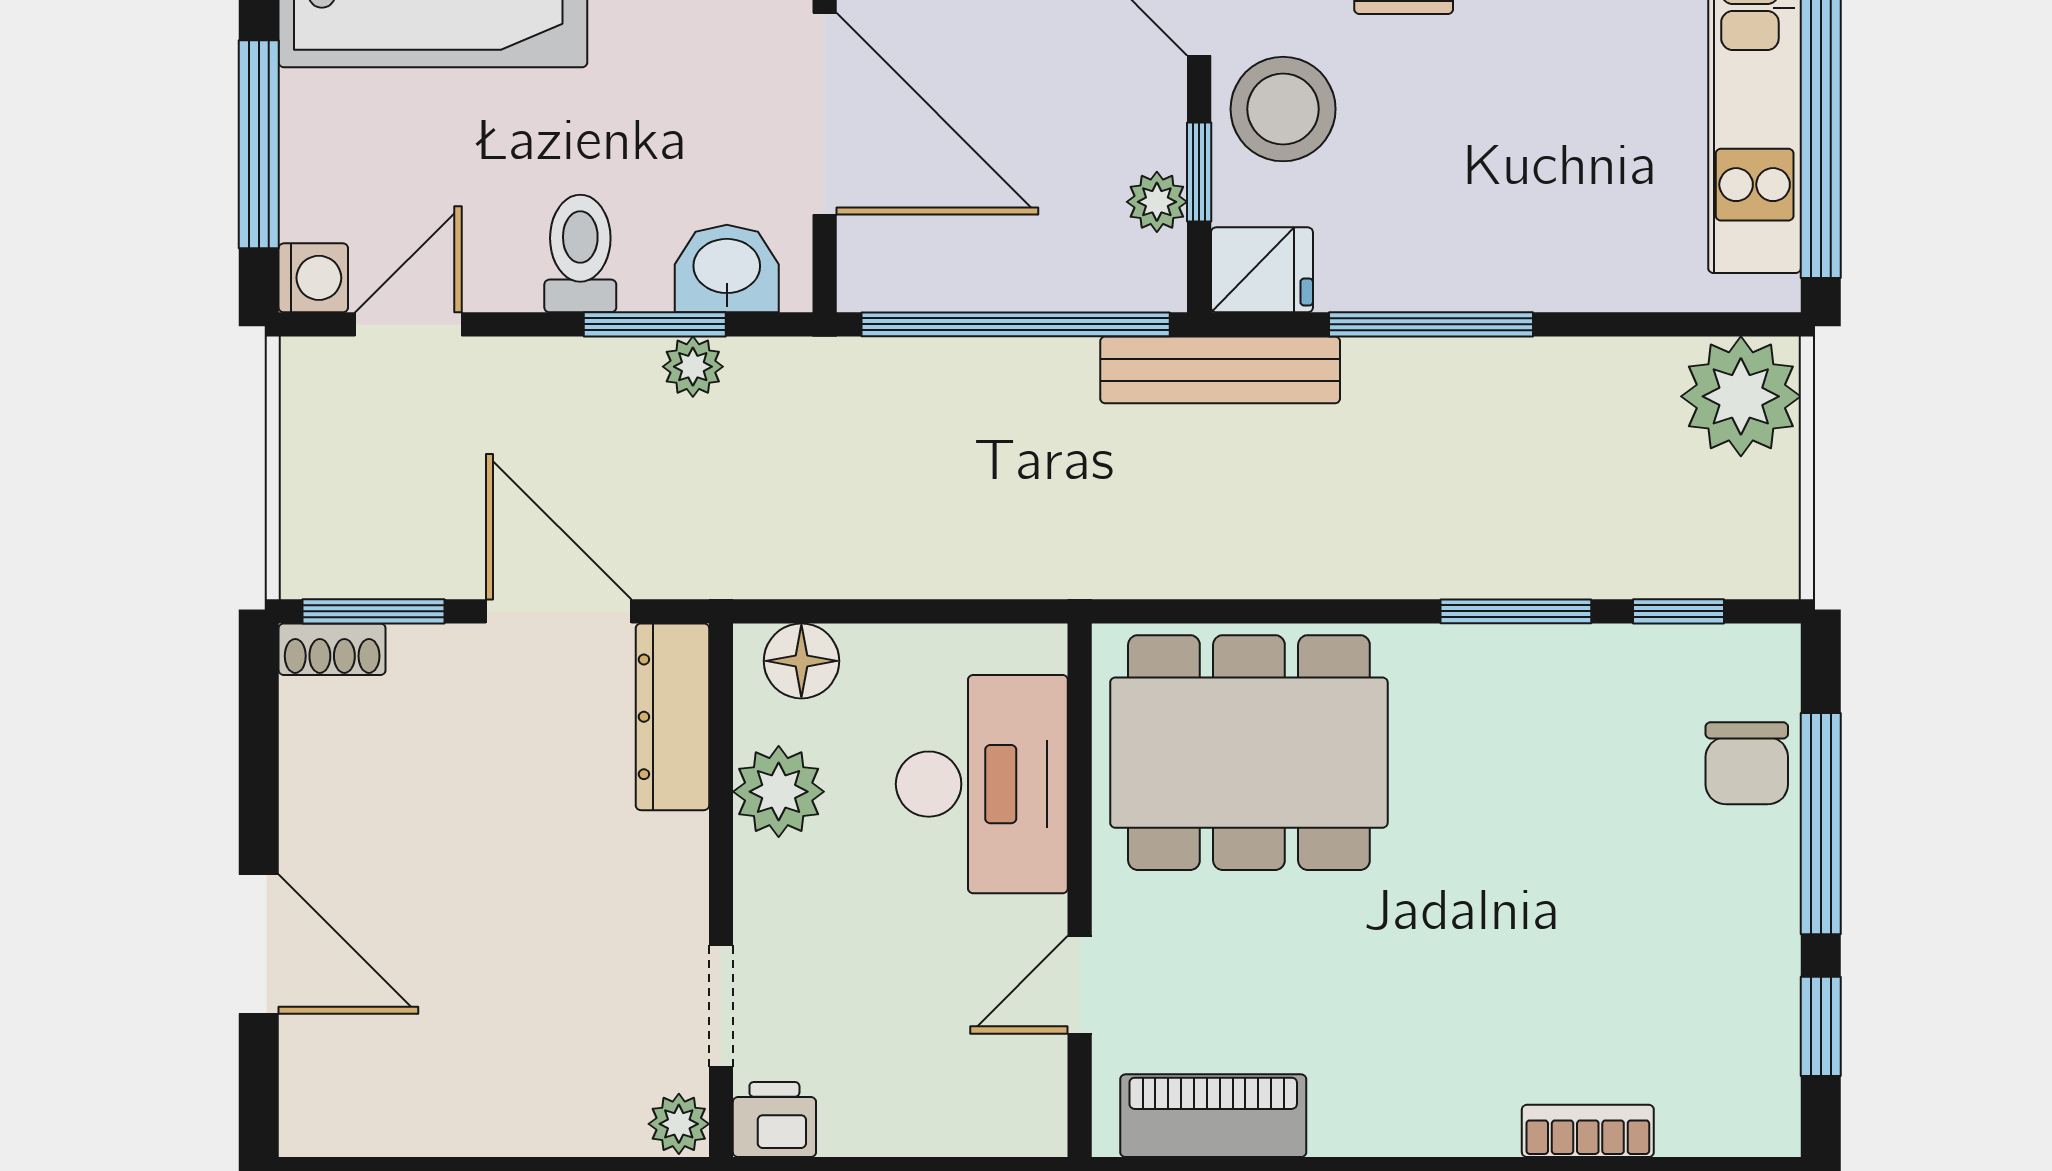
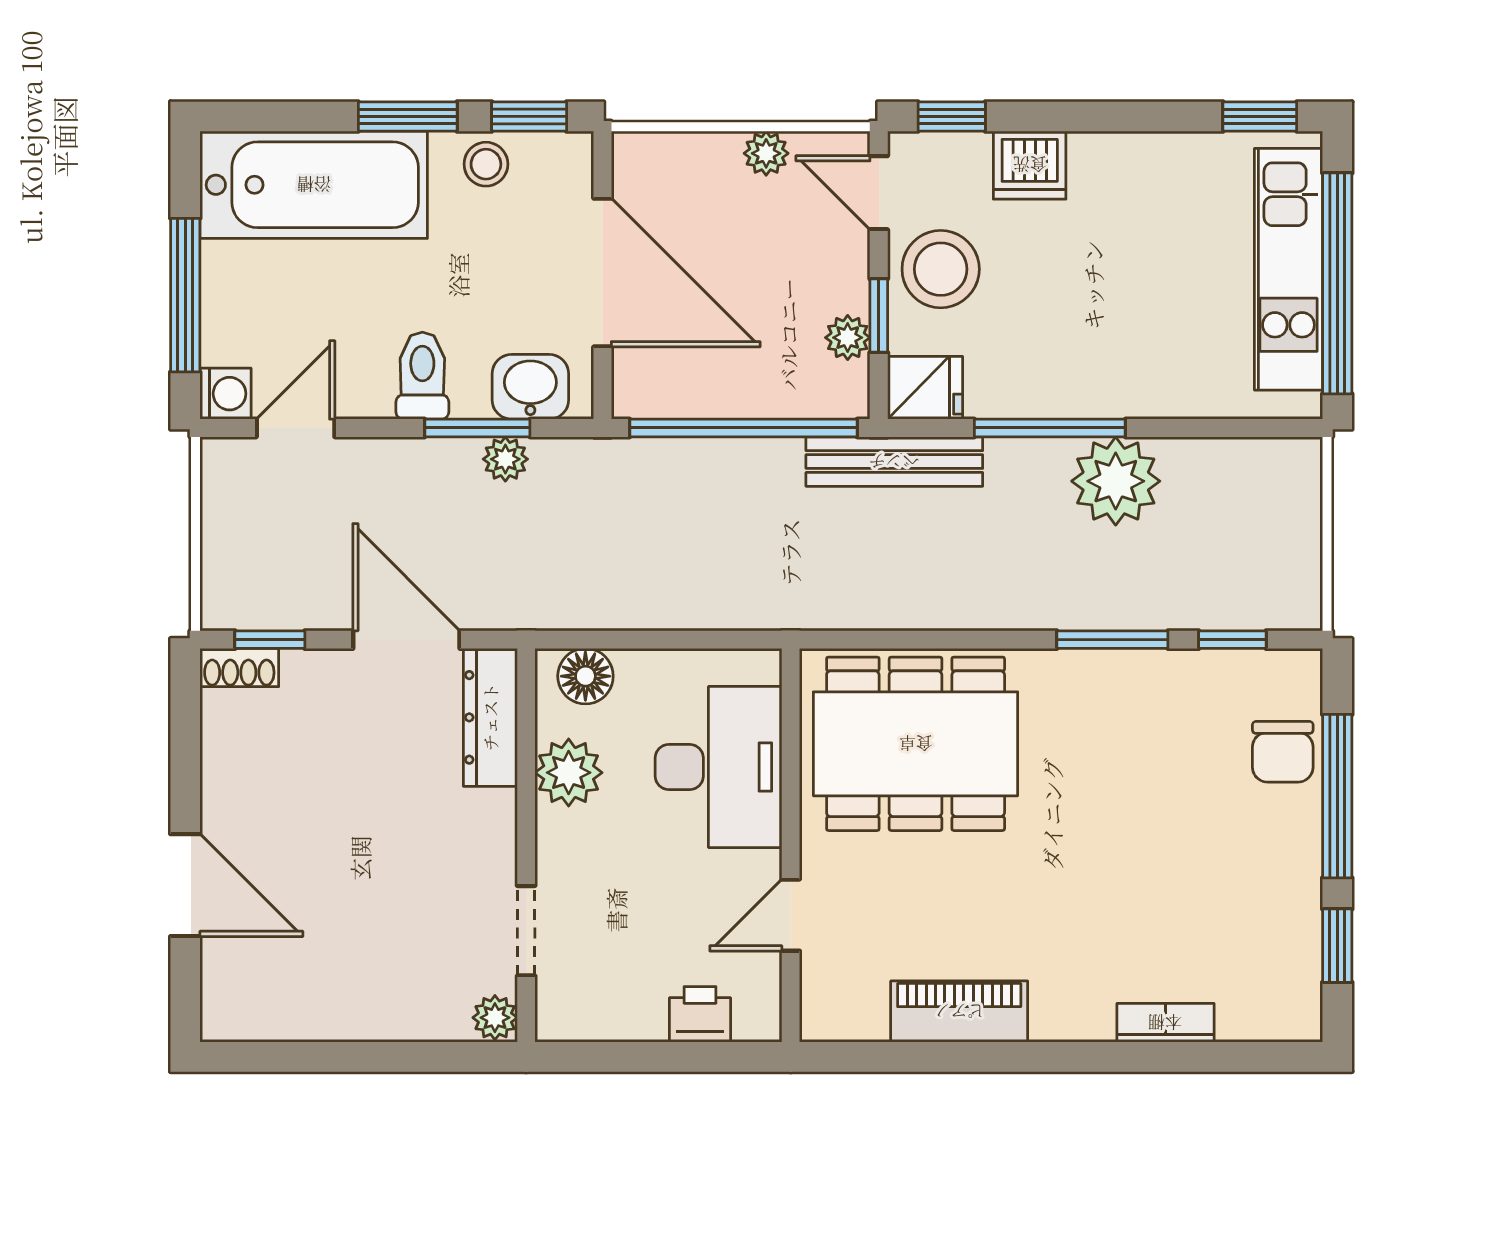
plant: (1741, 396) -> (1116, 481), moved
window: (373, 611) -> (270, 640), width x0.67
piano: (1213, 1116) -> (959, 1012), moved
printer: (774, 1120) -> (700, 1014), moved

